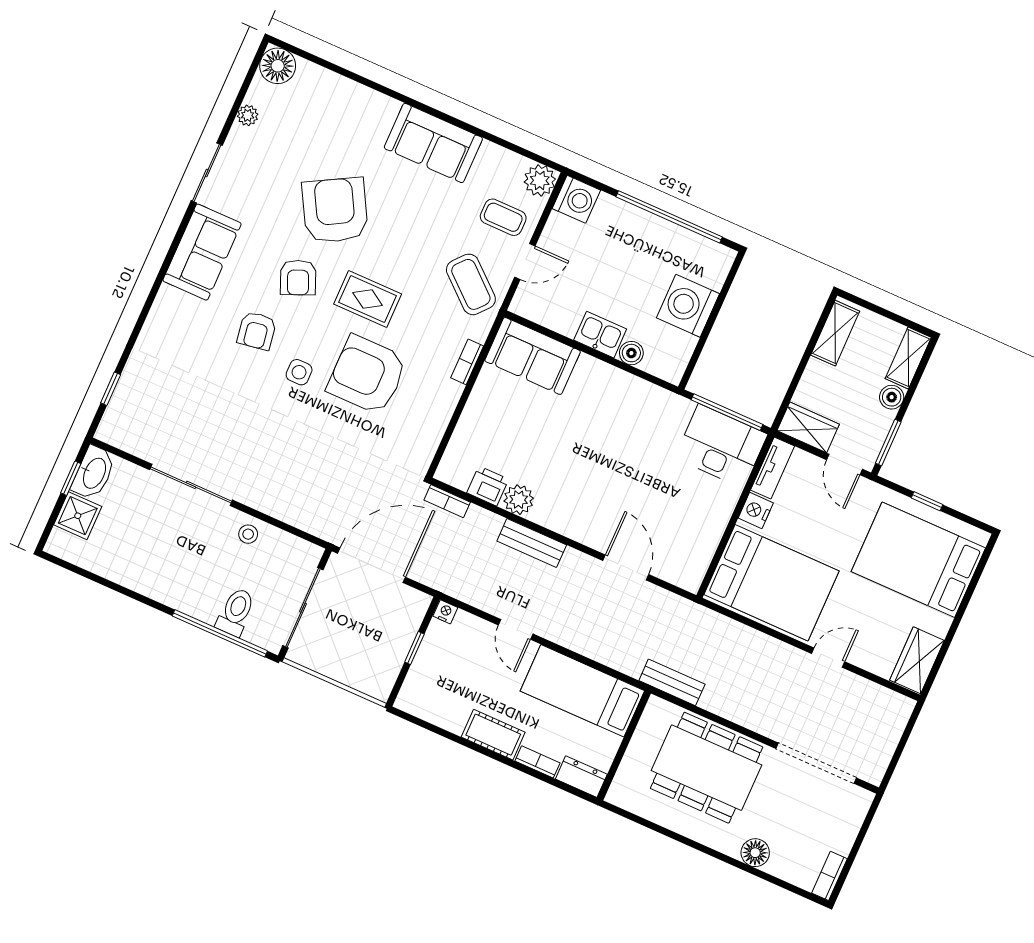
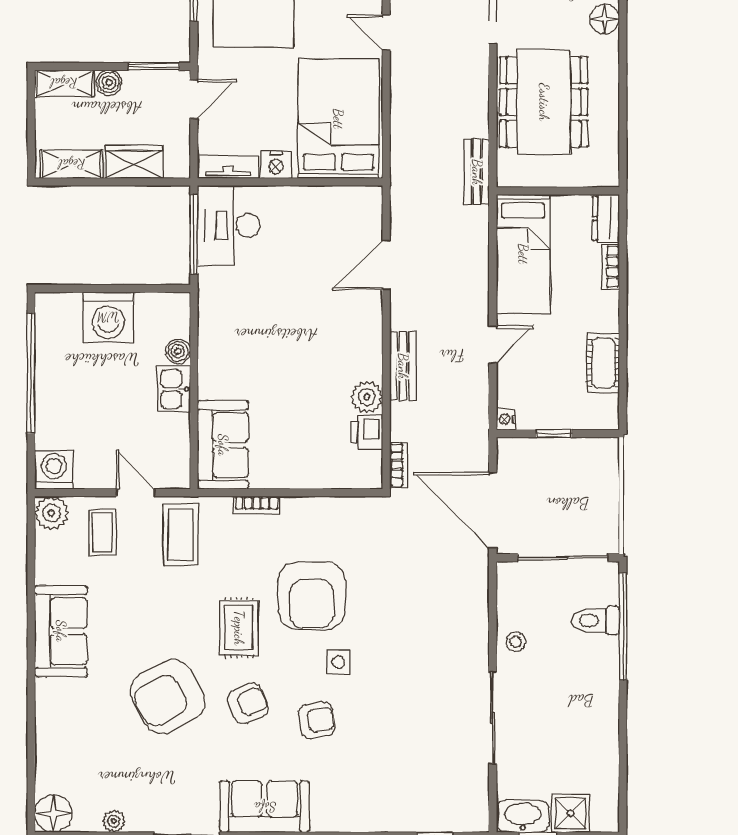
coffee table: (471, 284) -> (181, 535), turned -41
wardrobe: (808, 427) -> (134, 162), moved, turned 90
cot: (493, 735) -> (603, 363), moved

